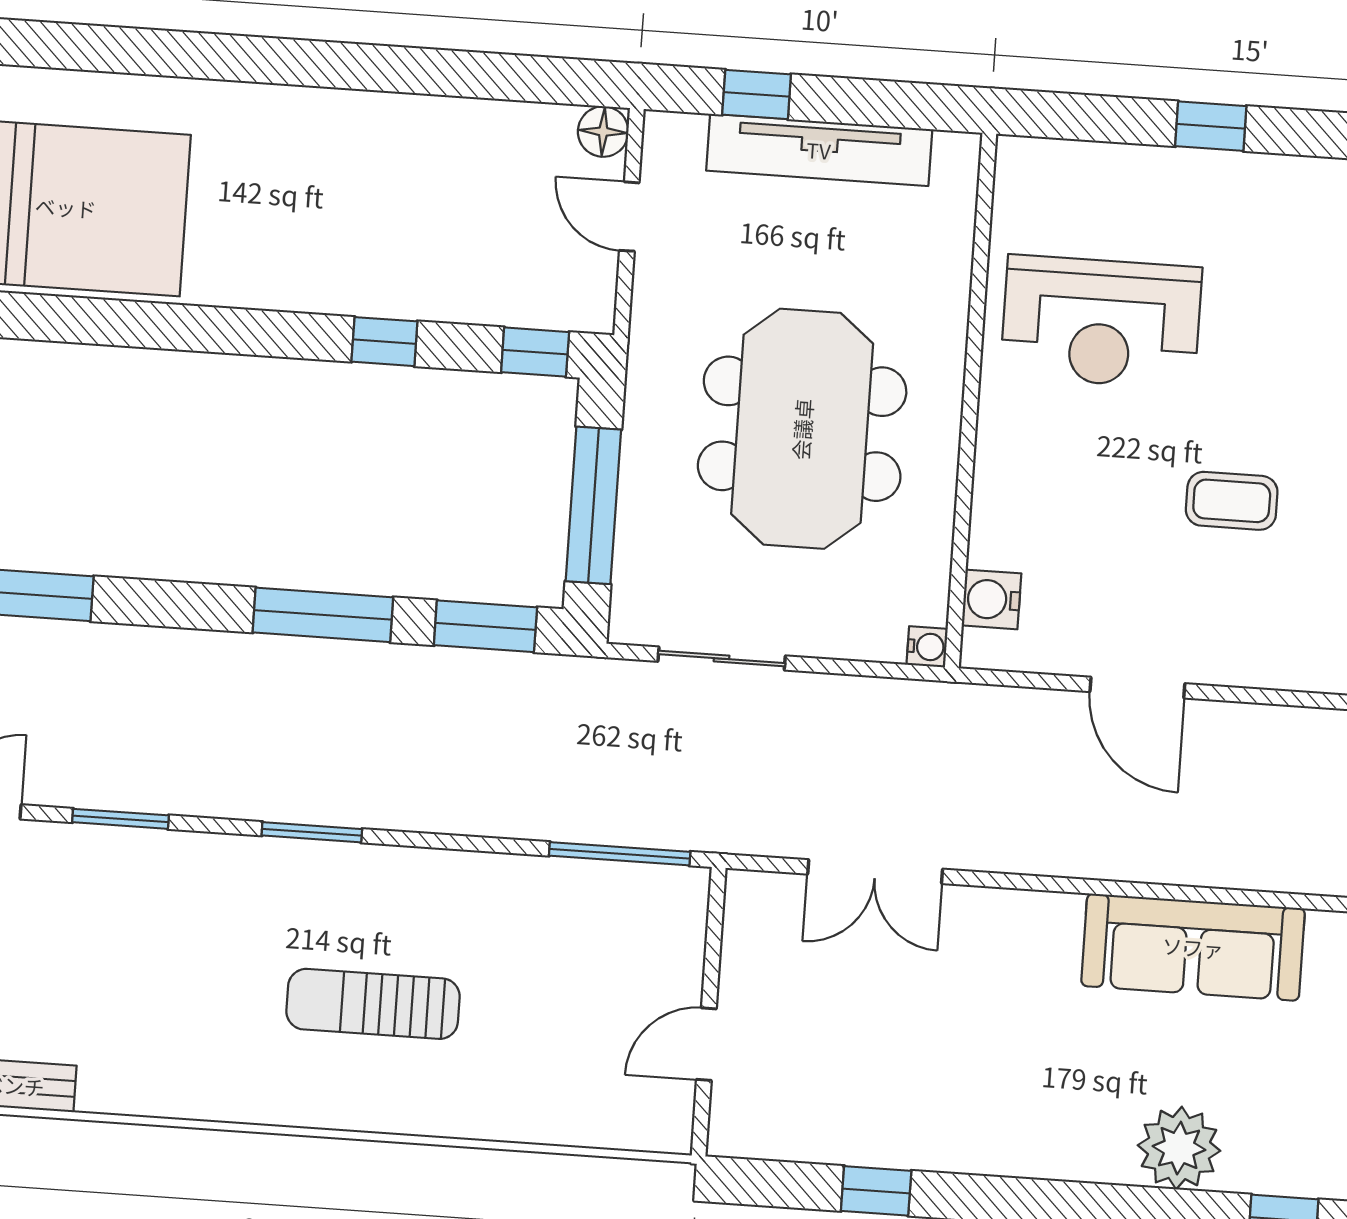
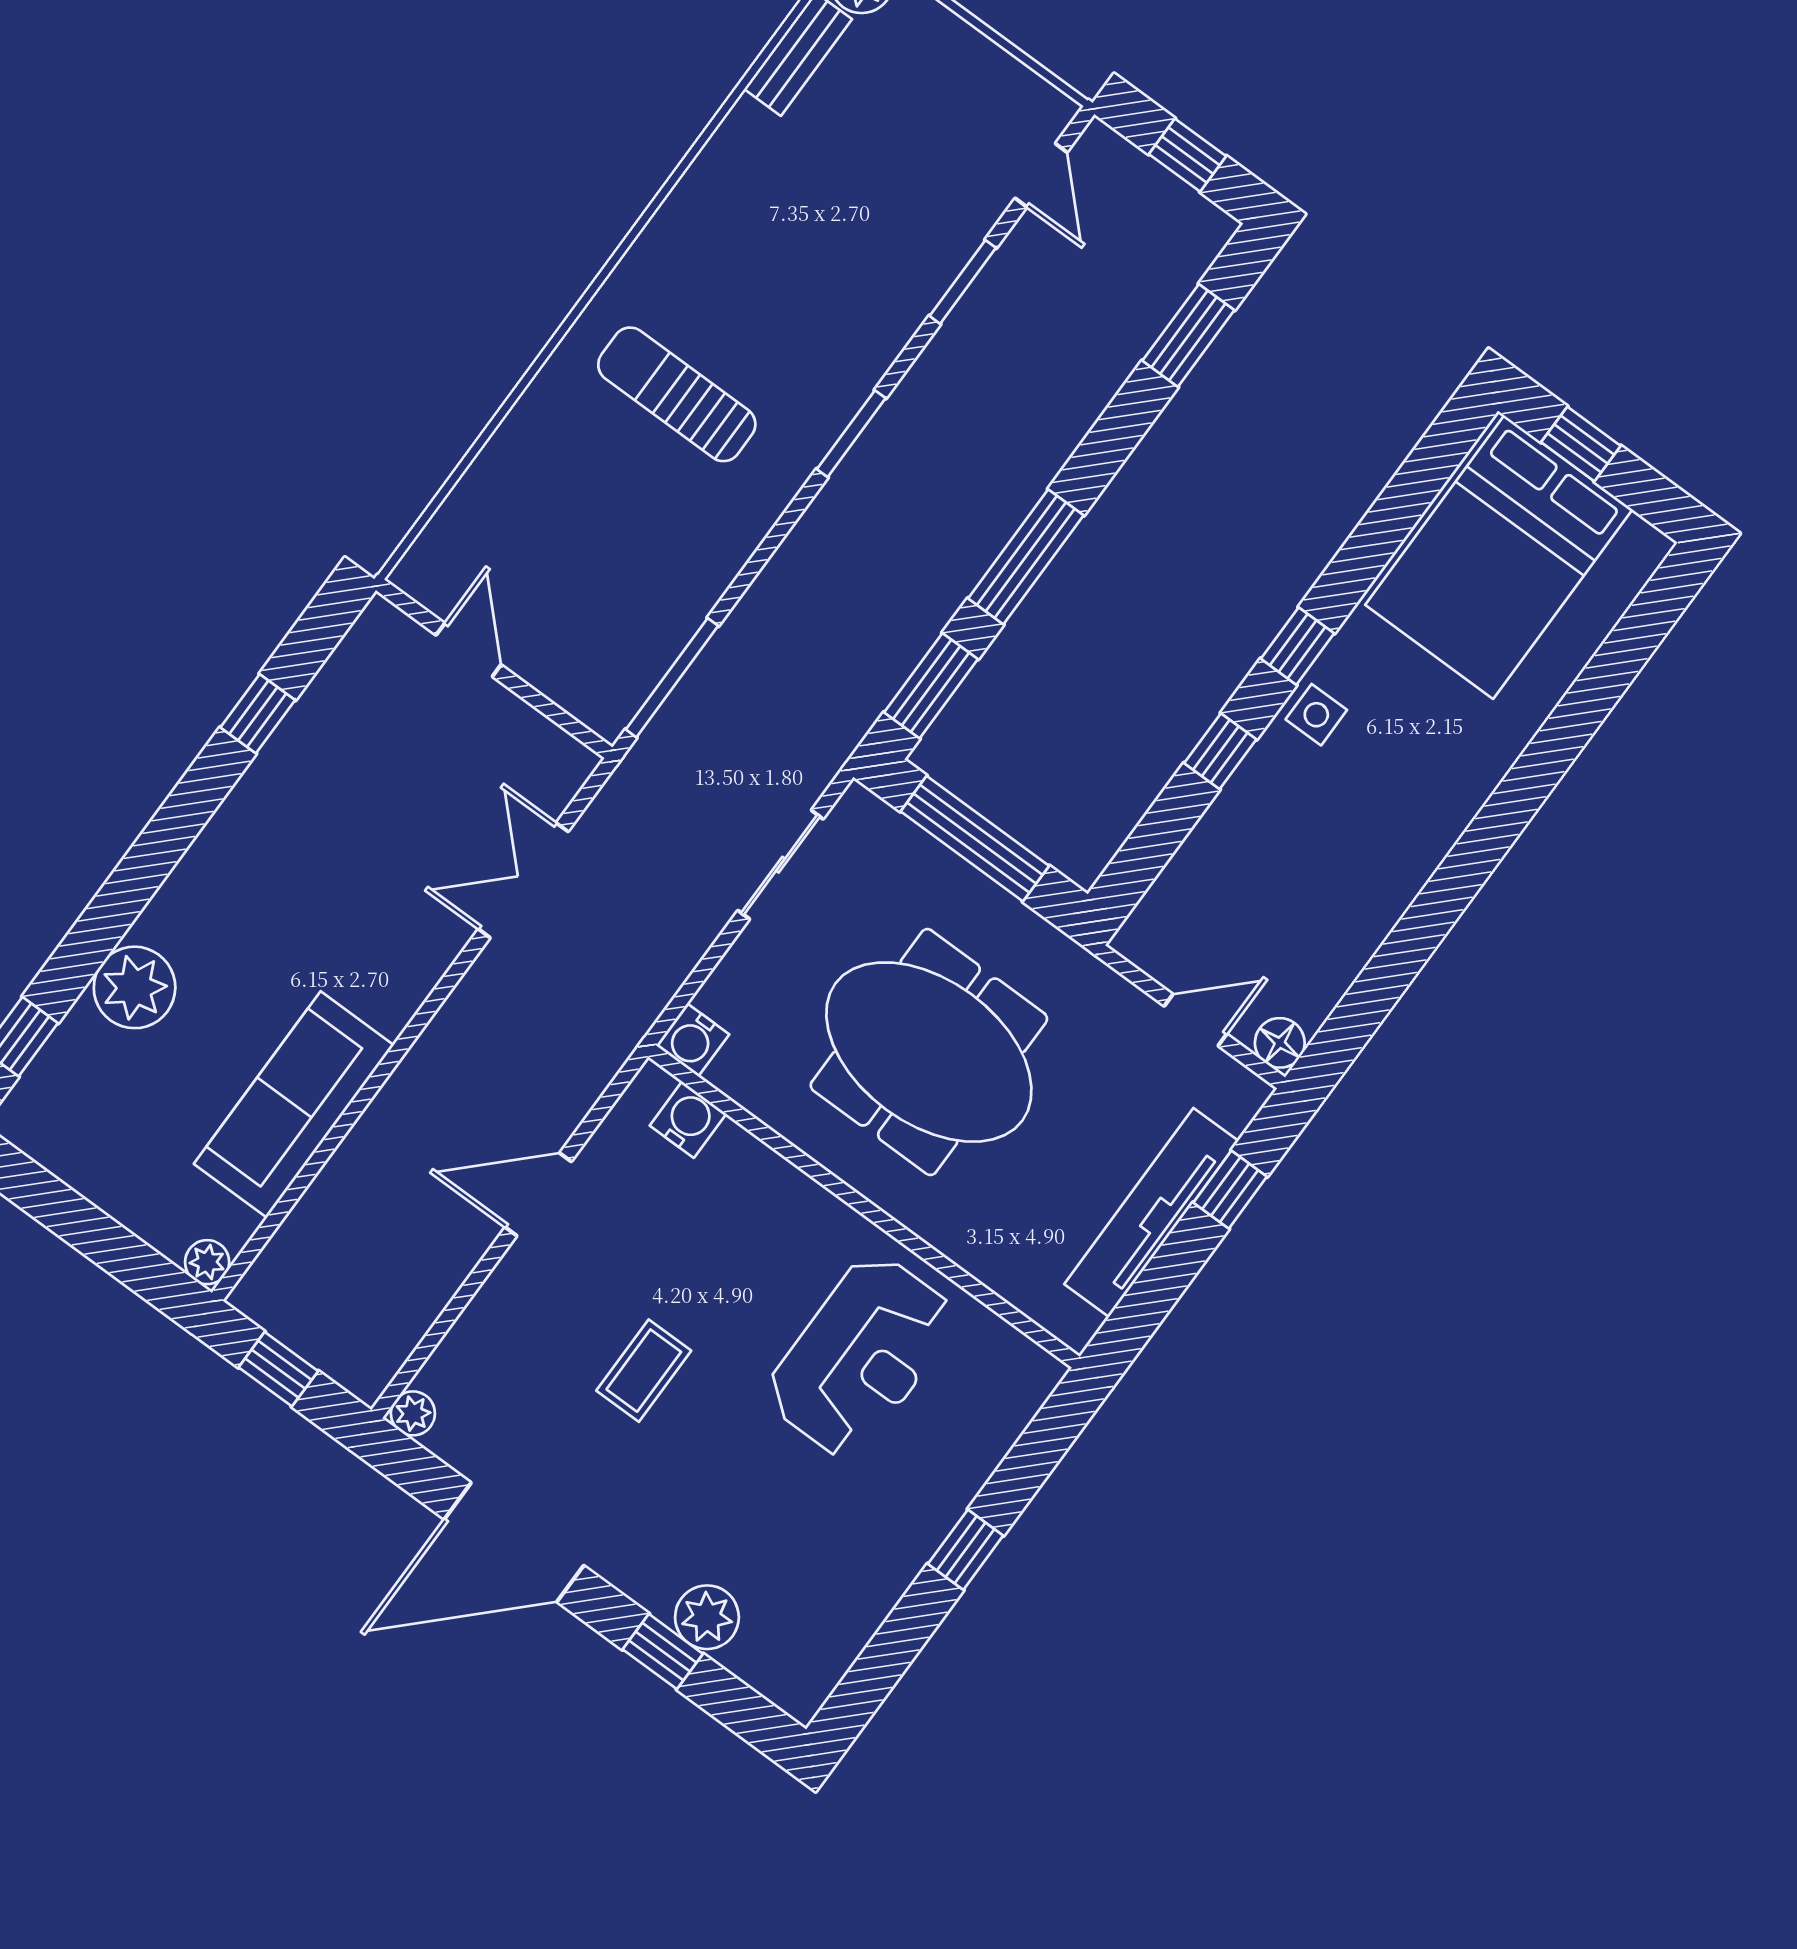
side table: (301, 279) -> (1316, 715), added
reception desk: (1101, 322) -> (861, 1356), turned 180
window: (535, 352) -> (1298, 646), moved
water cooler: (927, 647) -> (693, 1040), width x1.38, depth x1.38
sun lounger: (373, 1004) -> (677, 394), turned -90

